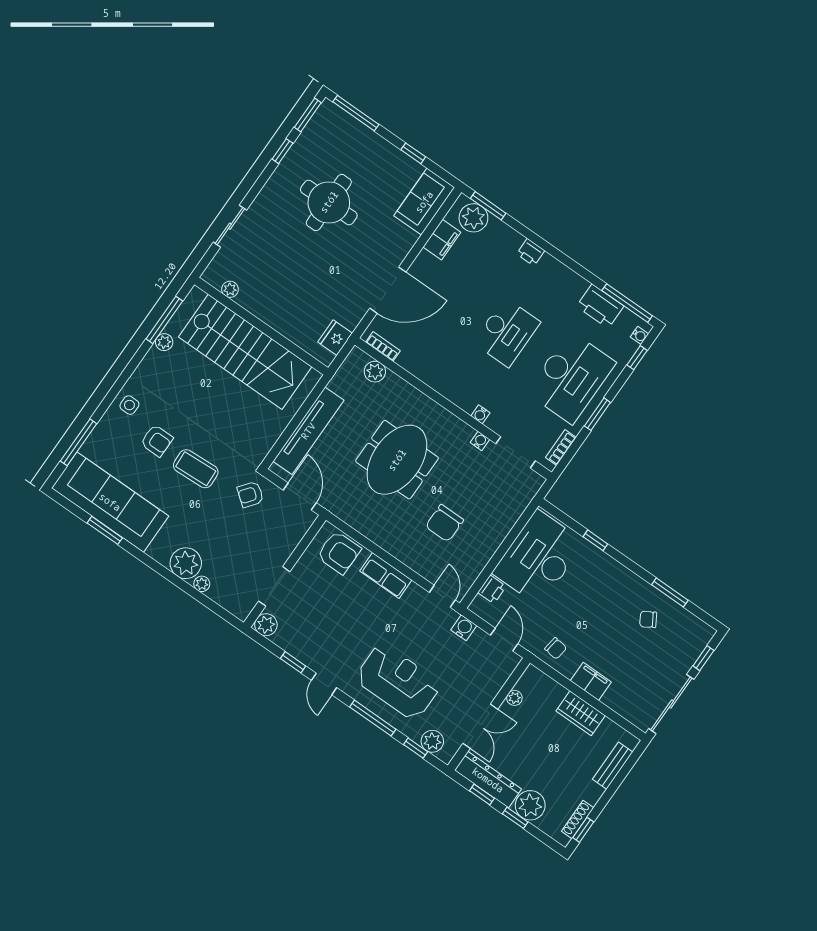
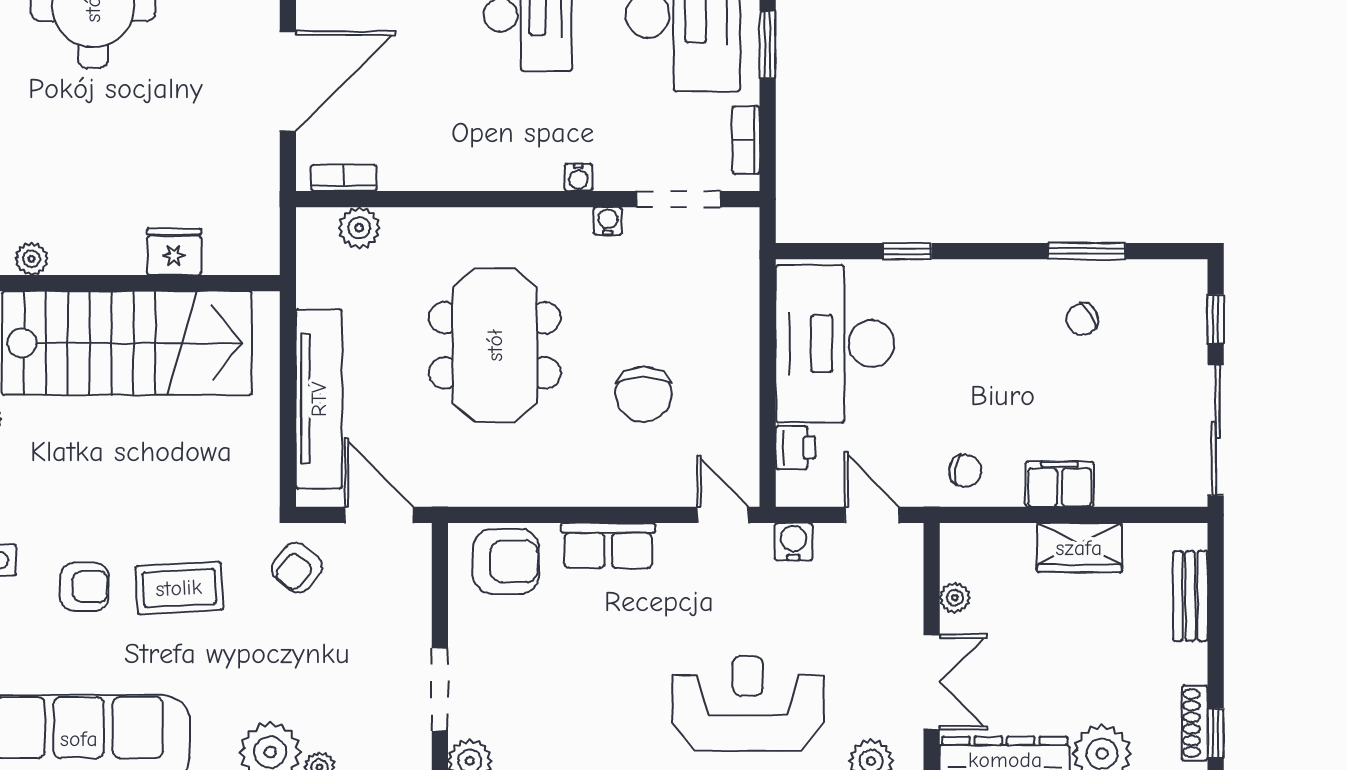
fridge: (335, 338) -> (174, 252), moved, turned 90

